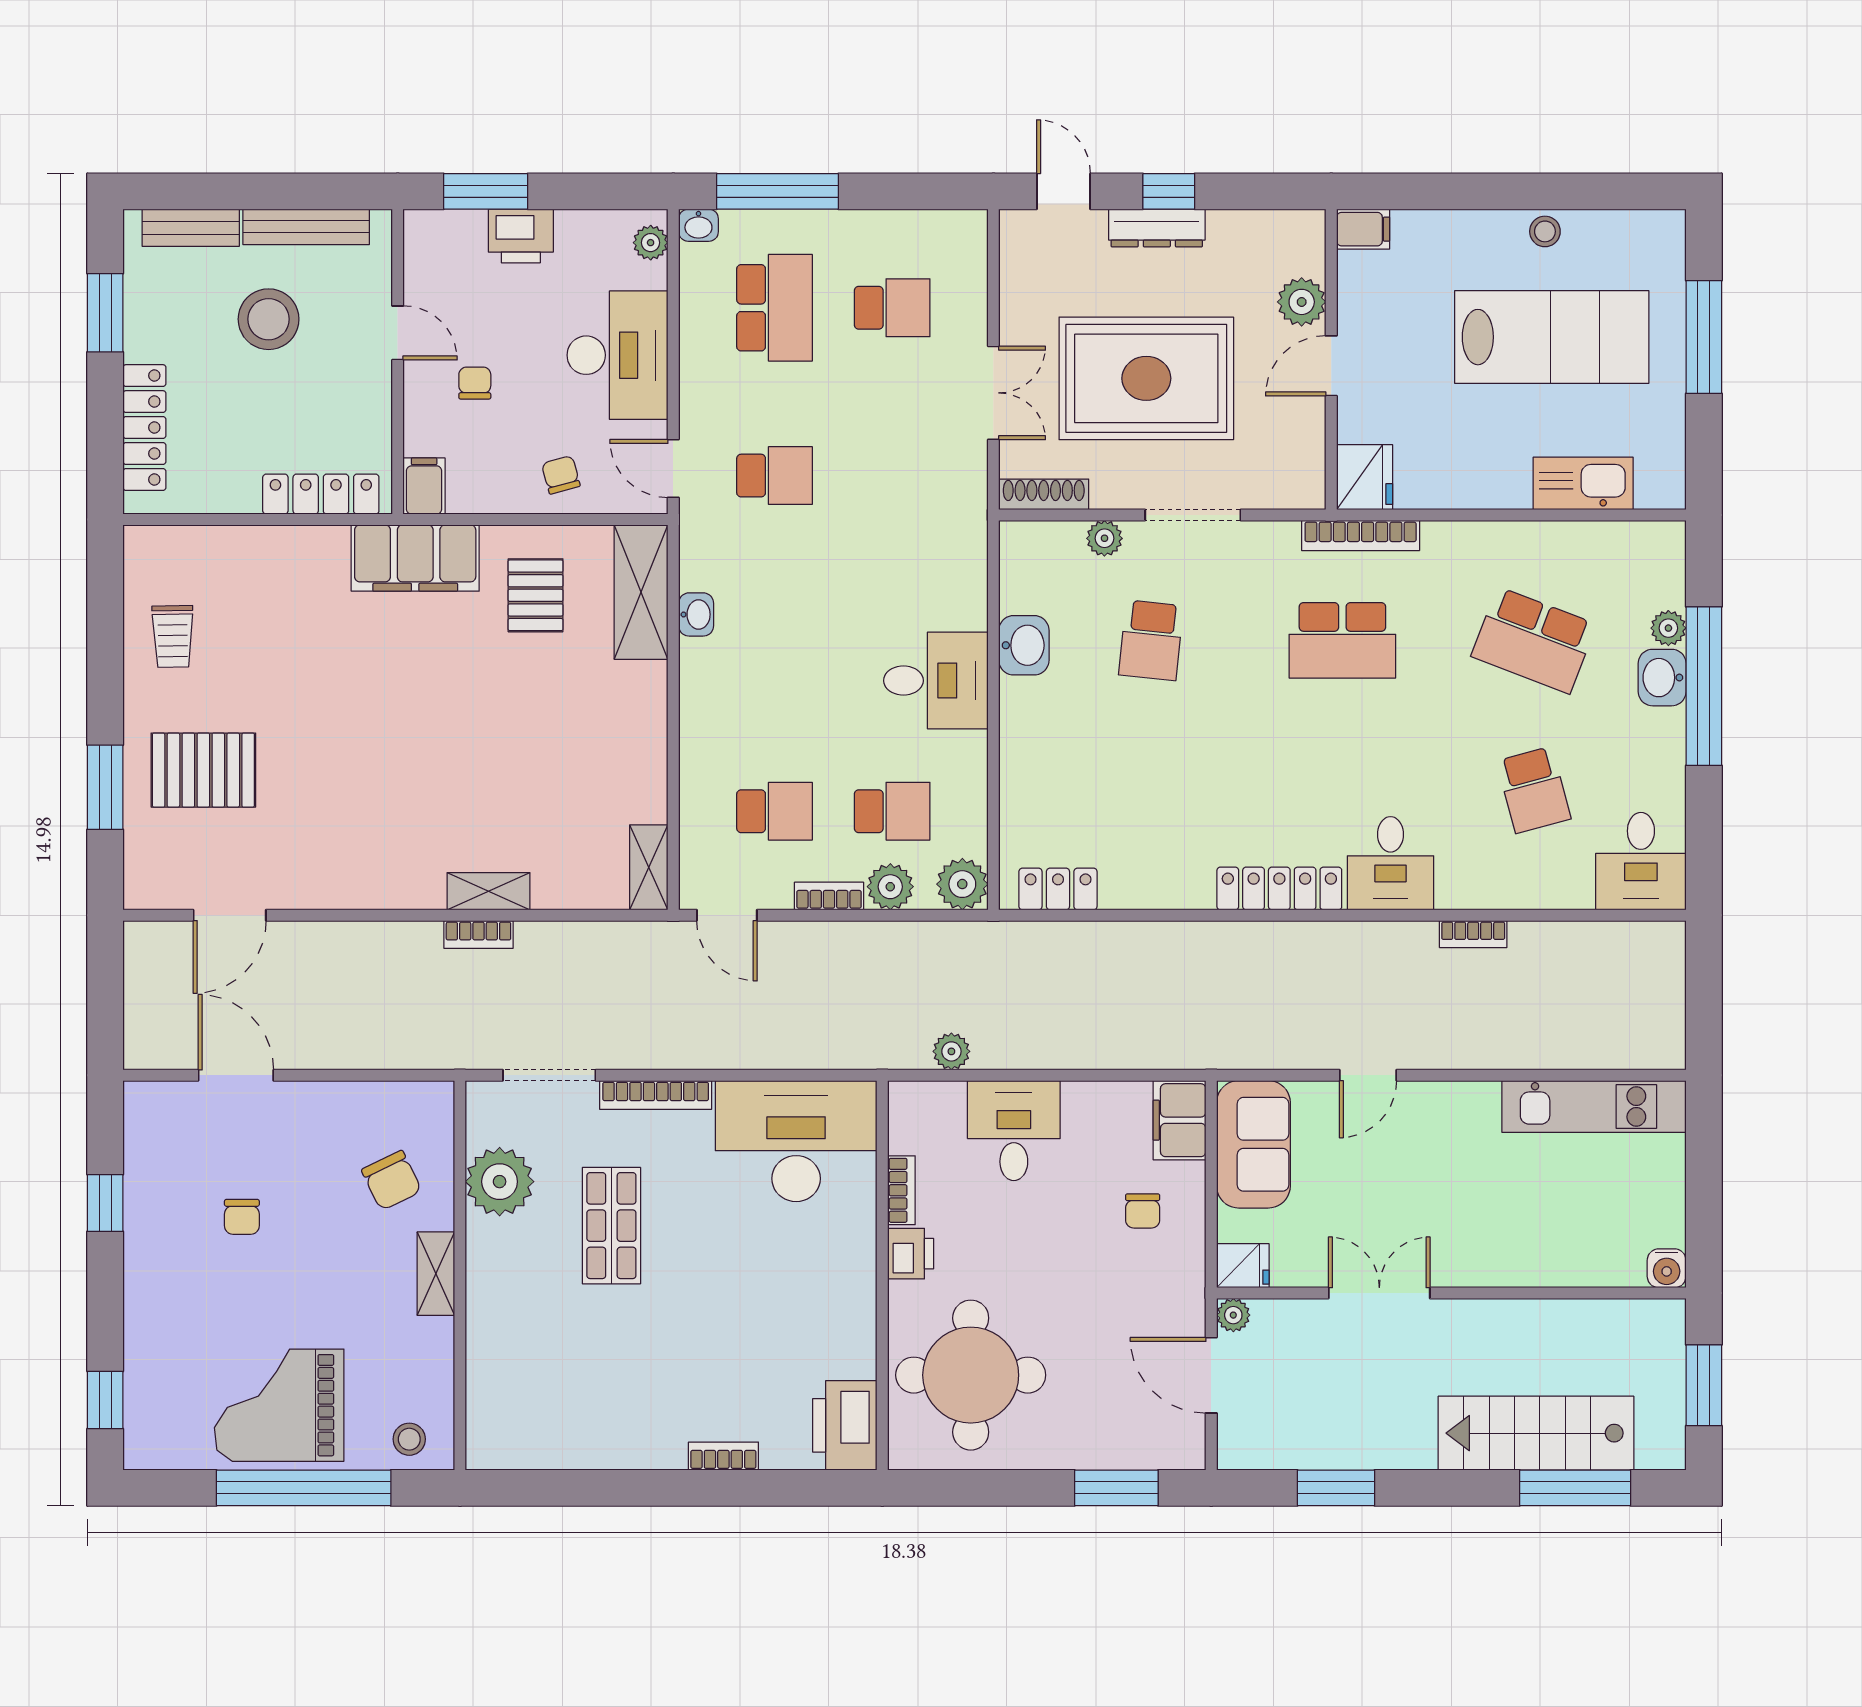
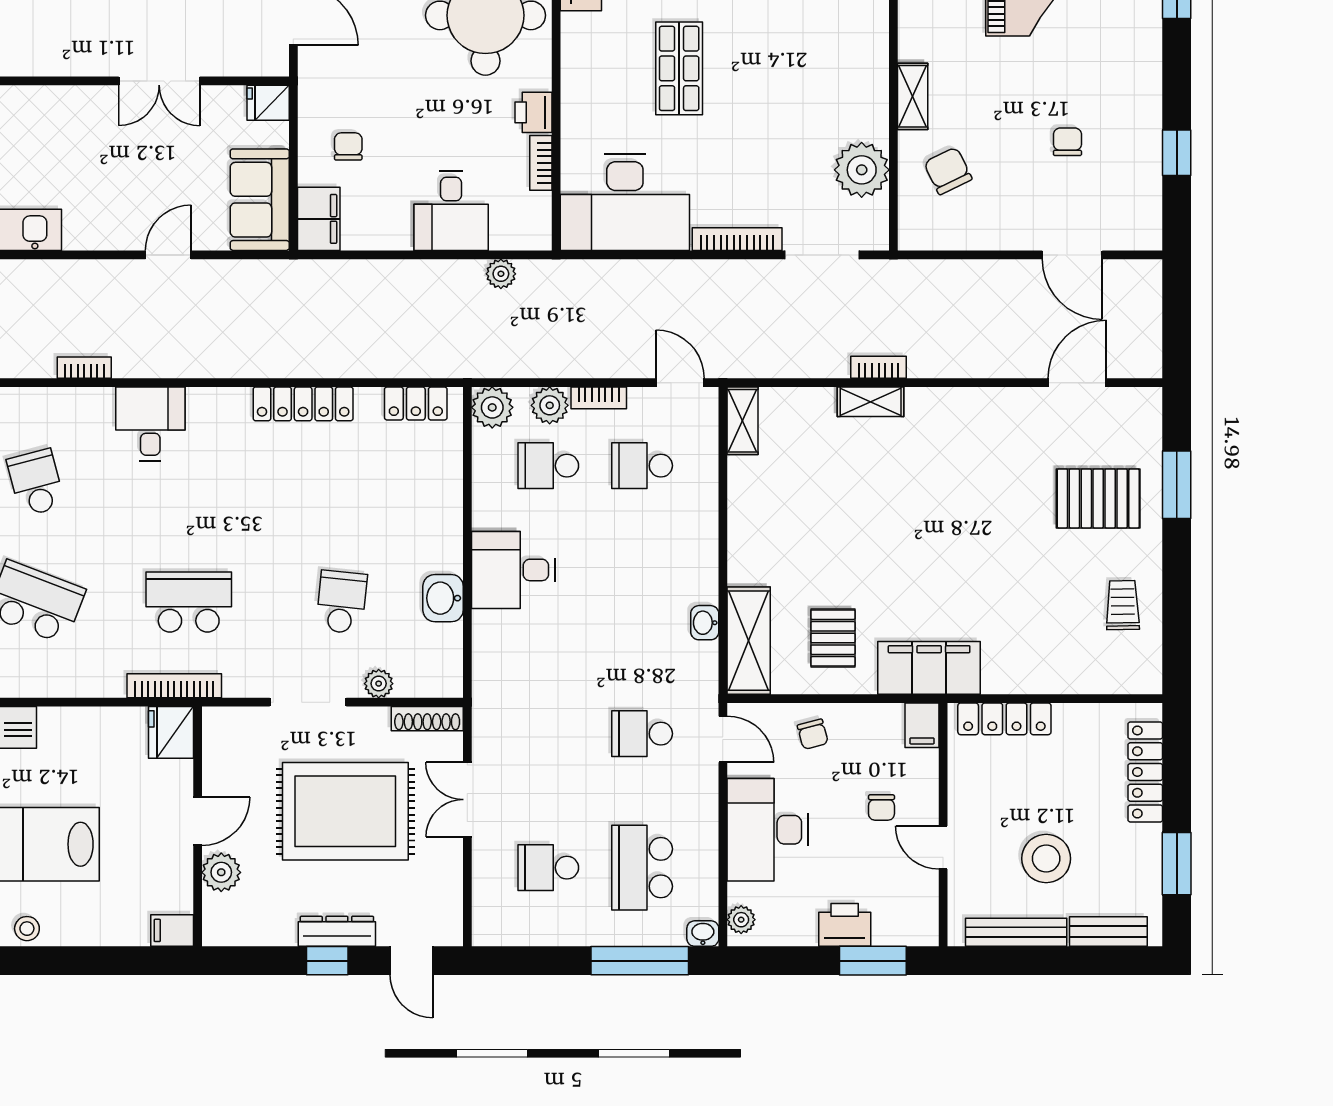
locker: (1279, 889) -> (303, 404), moved
shop shelf: (611, 1226) -> (679, 68), moved
plant: (1233, 1315) -> (276, 63), removed

